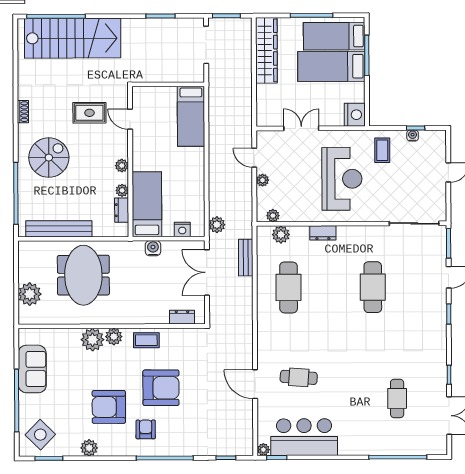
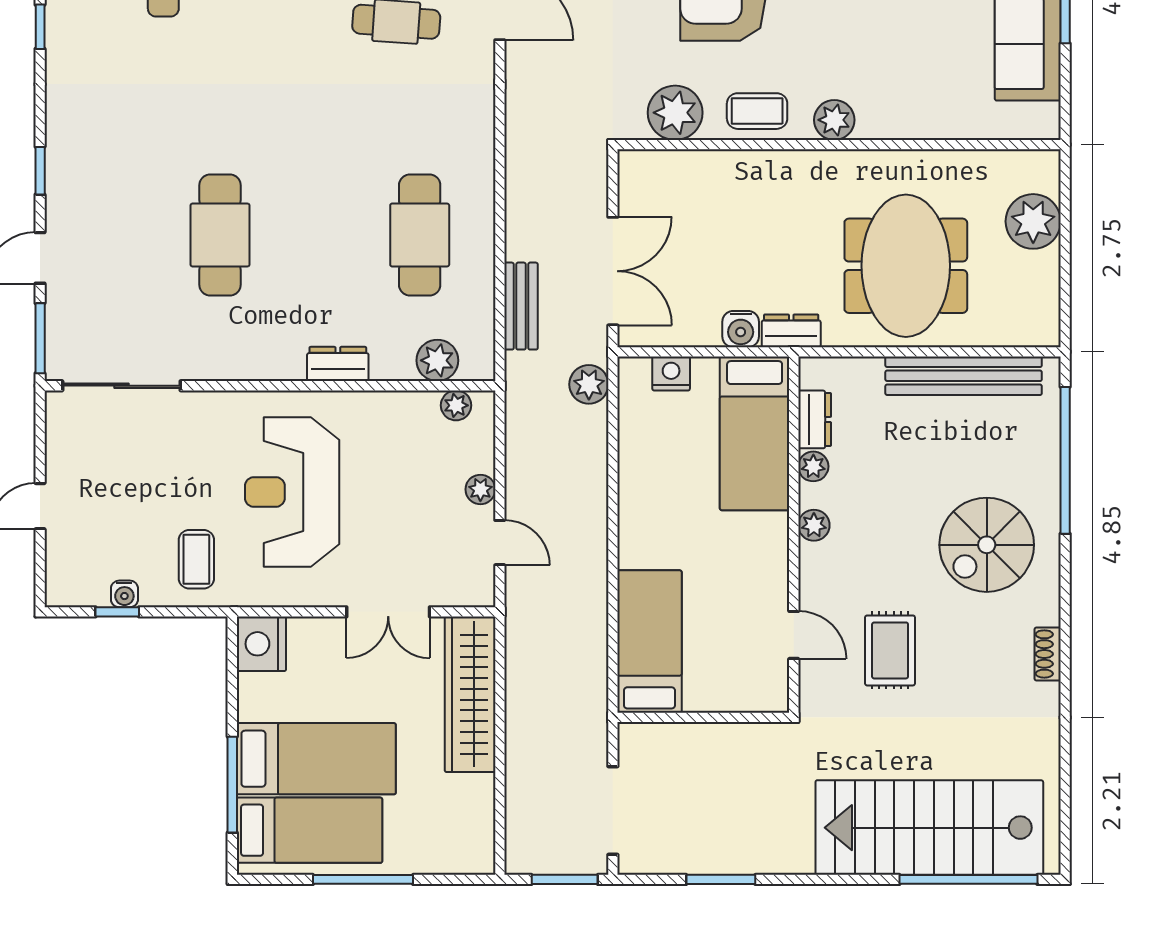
wardrobe: (266, 50) -> (470, 694), moved
rug: (89, 113) -> (890, 650), turned 90
dresser: (182, 317) -> (791, 331), moved, turned 180
plant: (93, 340) -> (675, 113), moved

